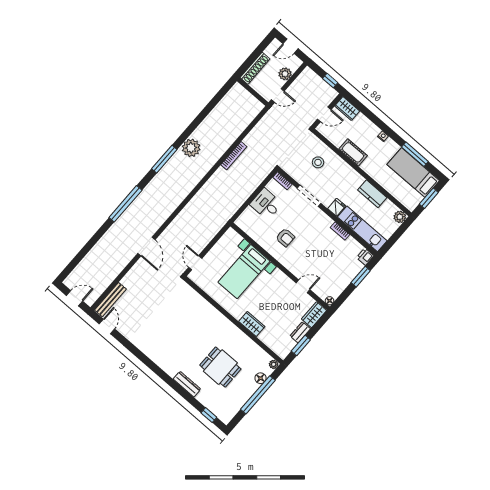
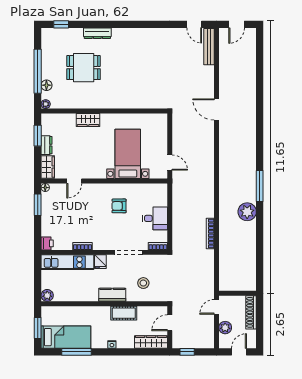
wardrobe: (347, 109) -> (151, 342), width x1.50
kitchen counter: (372, 194) -> (112, 295), moved
window: (125, 204) -> (260, 128), removed
door: (195, 263) -> (170, 163), moved
window: (361, 277) -> (38, 205), moved

